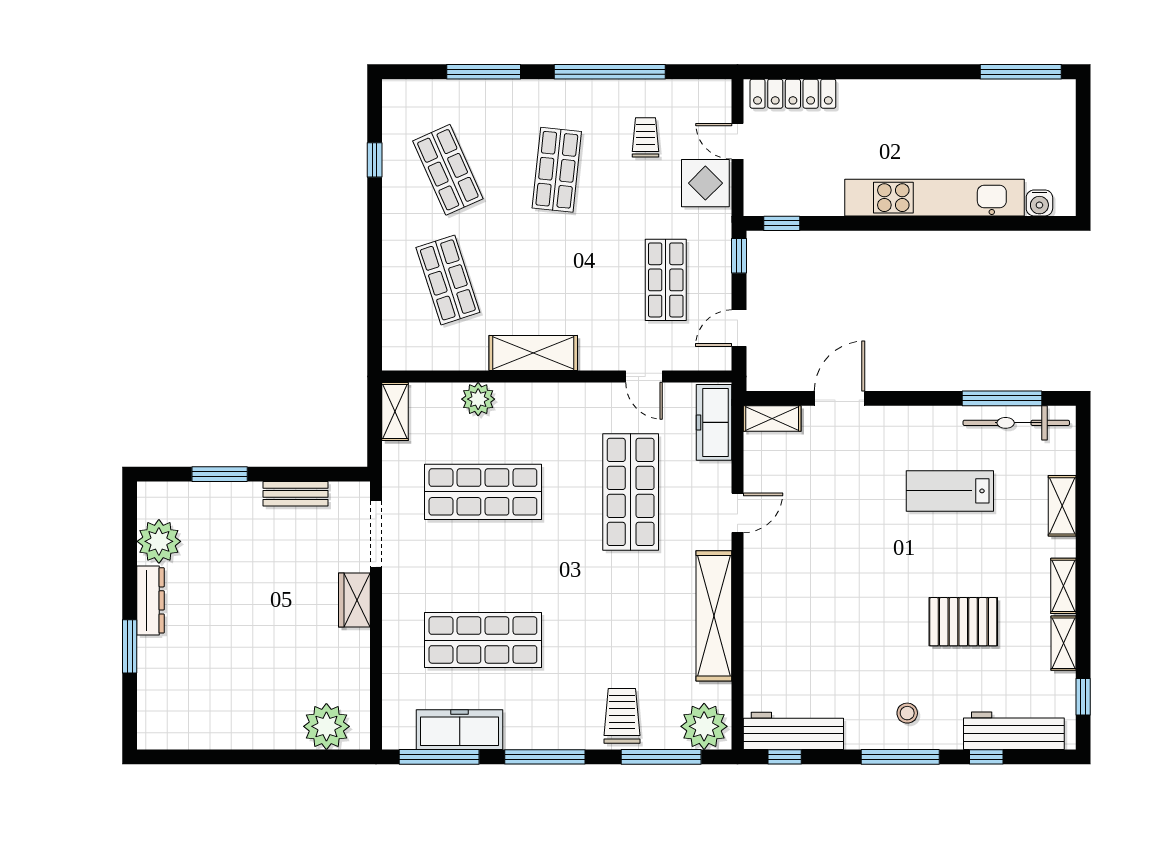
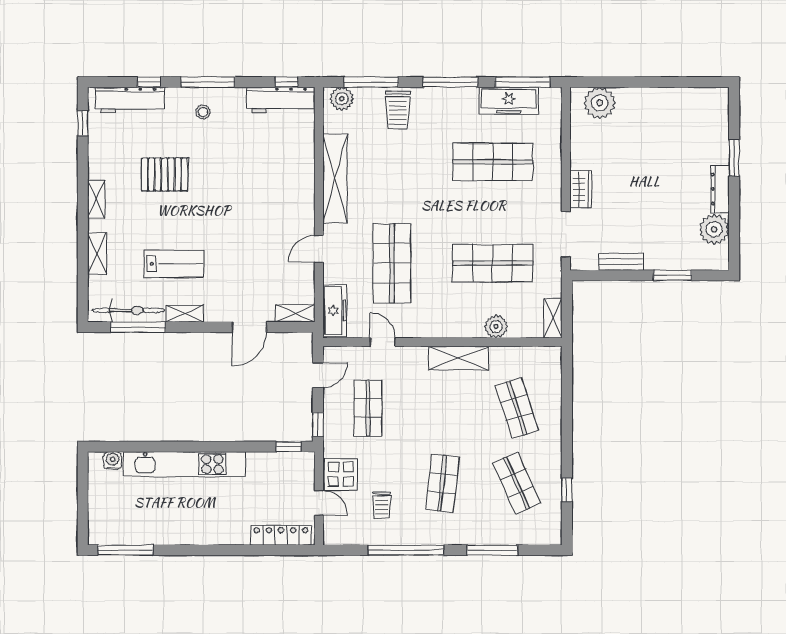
shelving: (1064, 643) -> (185, 314), moved, turned 90
plant: (704, 726) -> (342, 99), width x0.73, depth x0.73

